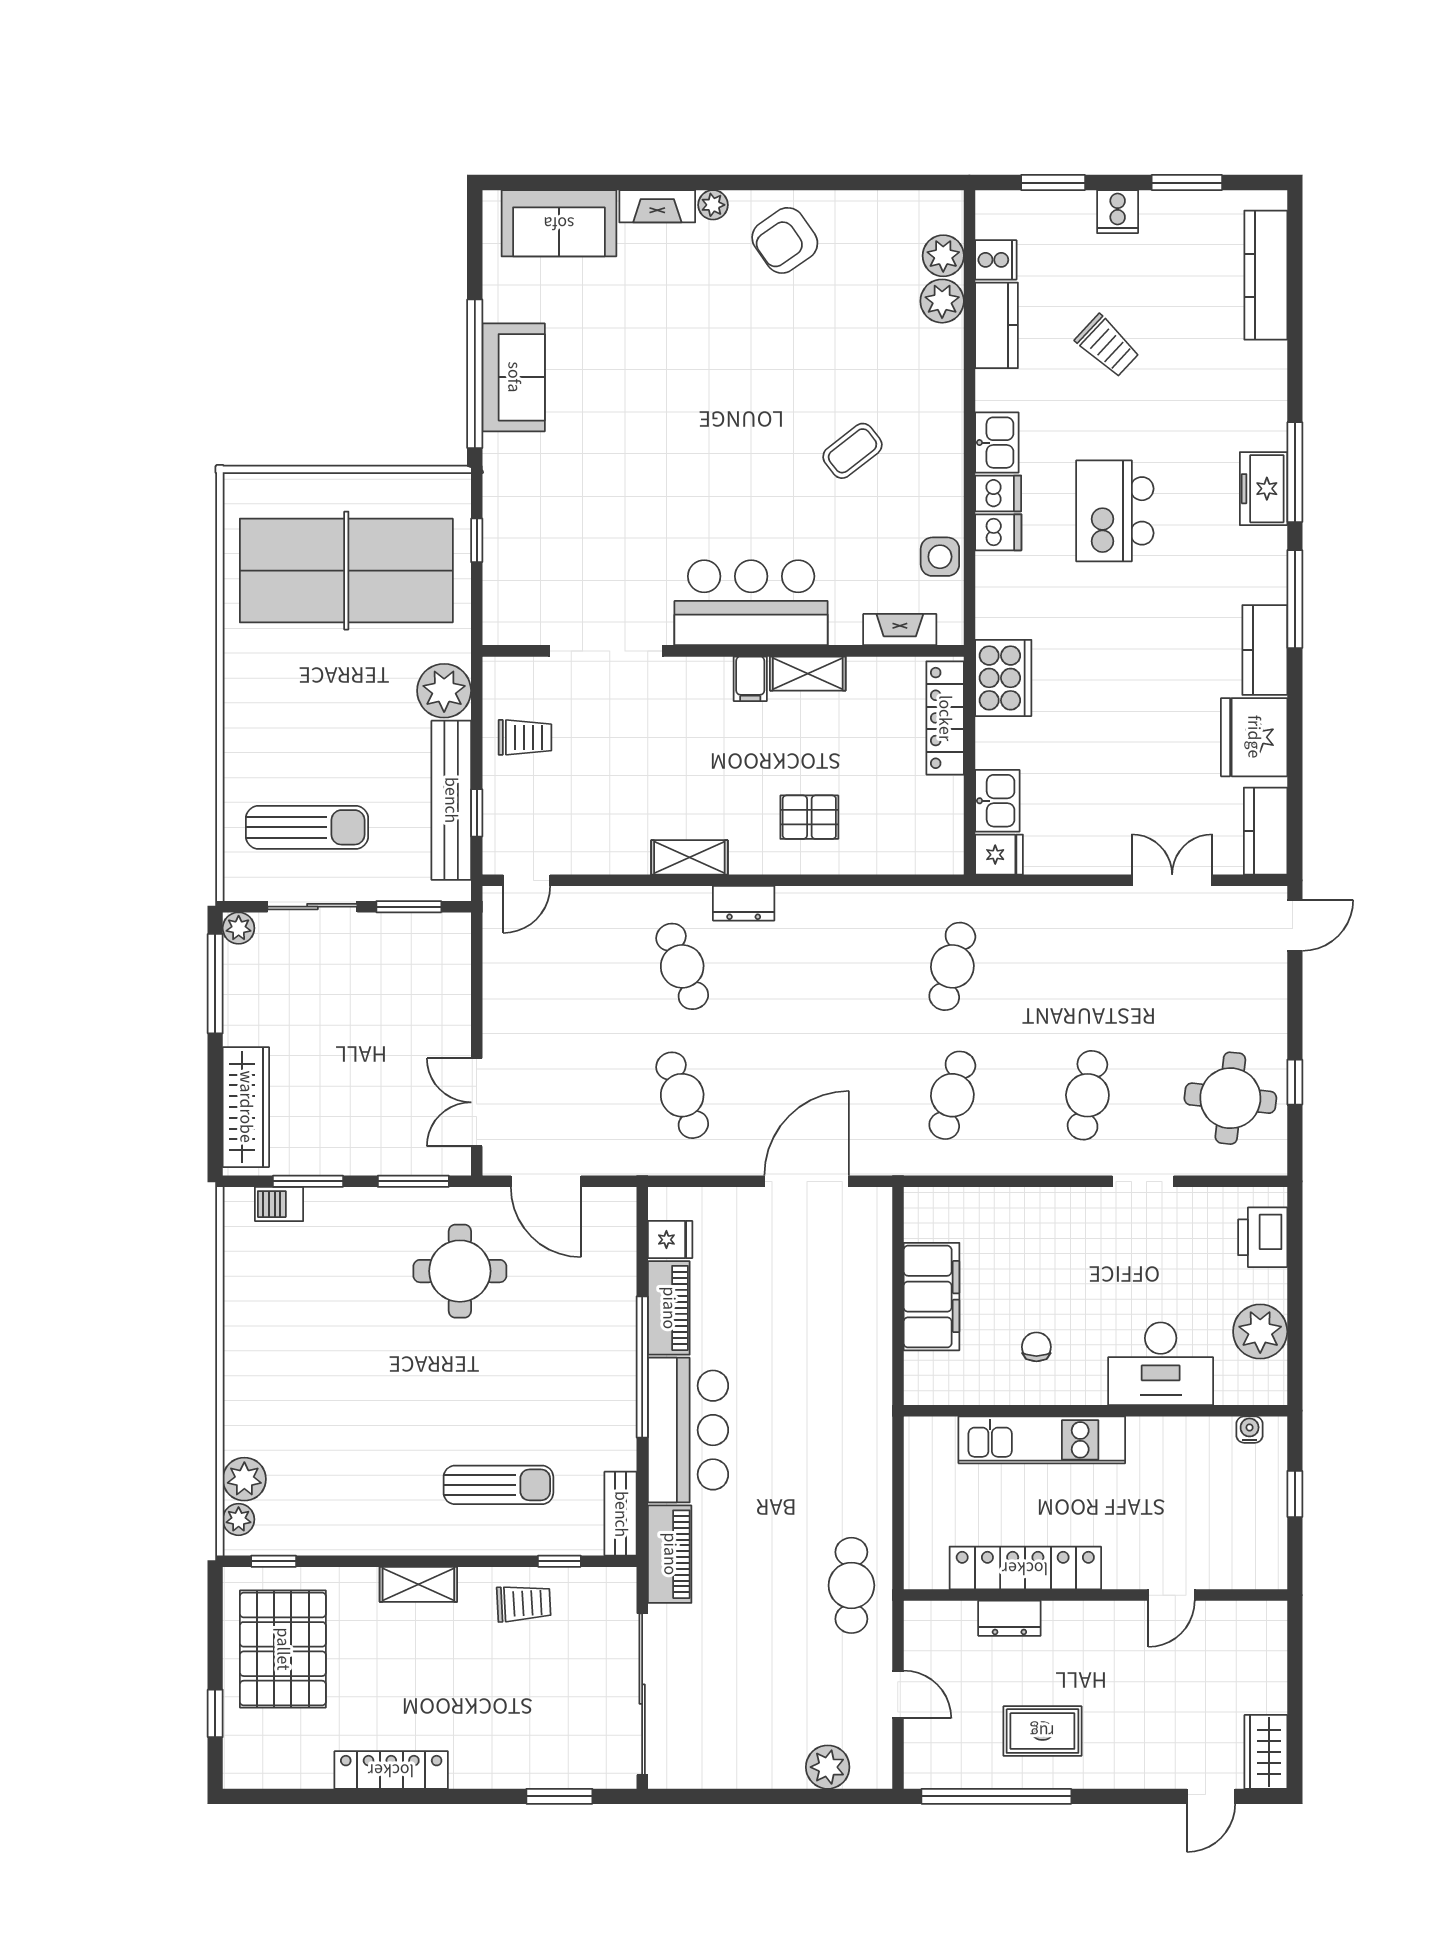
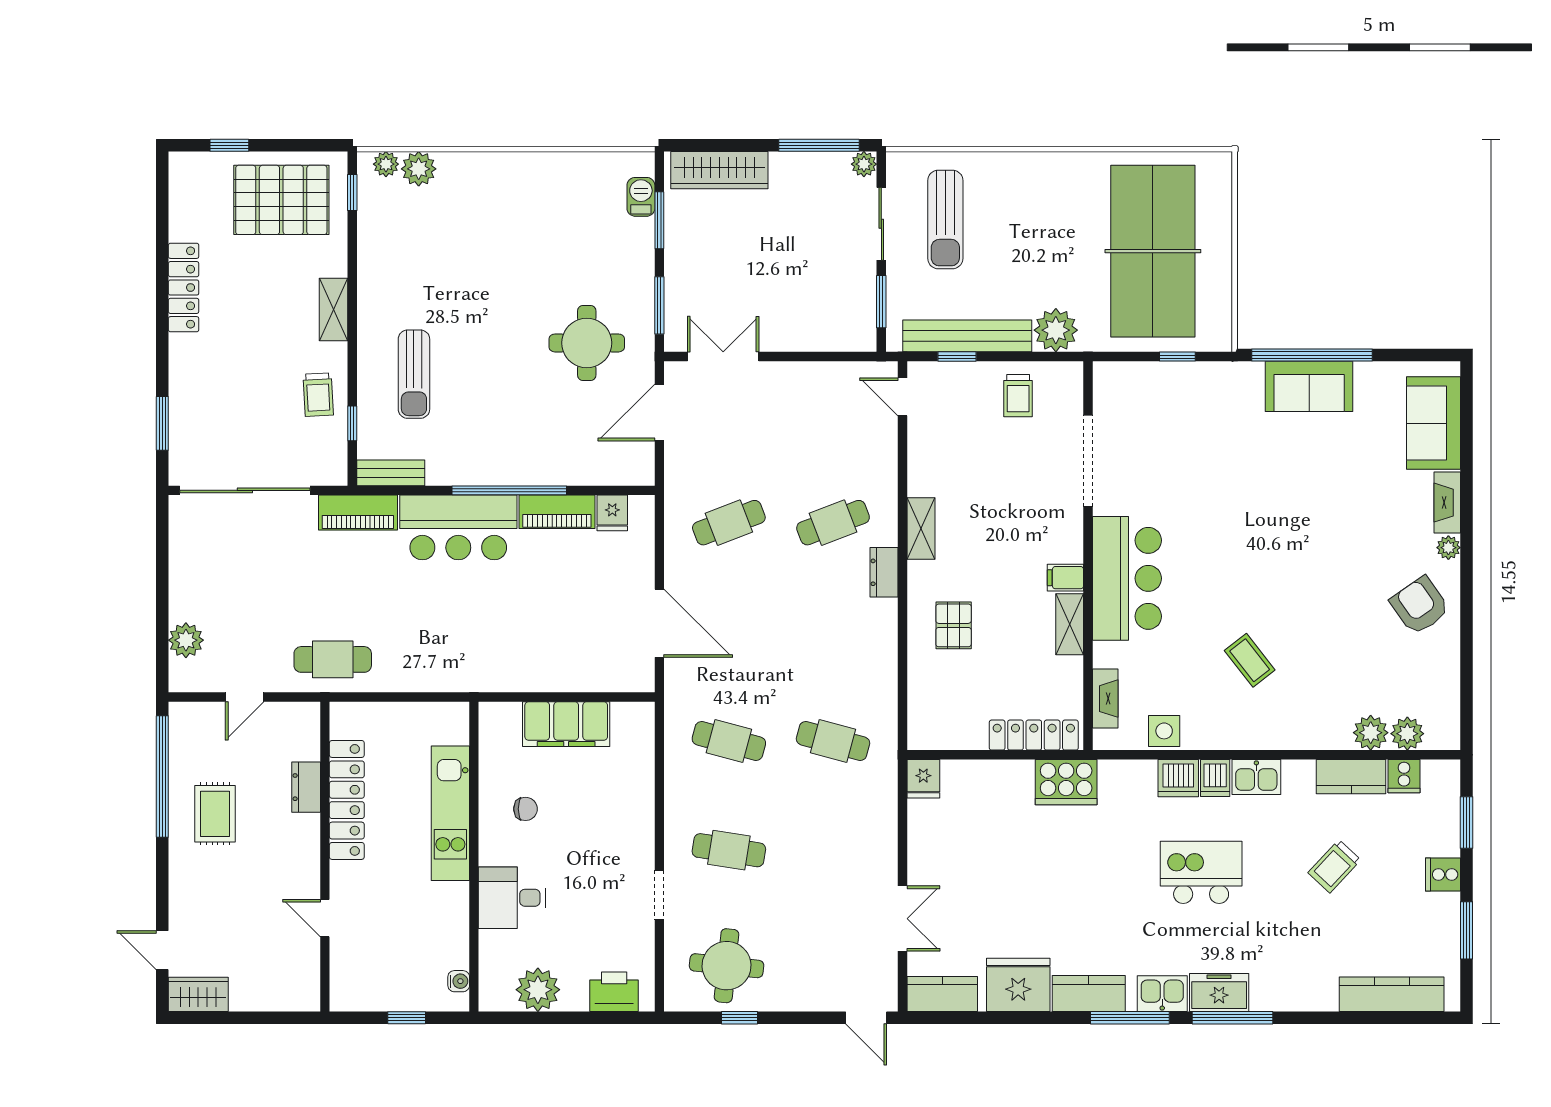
dishwasher: (998, 532) -> (1178, 778), width x1.38
kitchen sink: (997, 801) -> (1162, 994), moved, turned 180
desk: (1161, 1364) -> (512, 898), width x0.73

